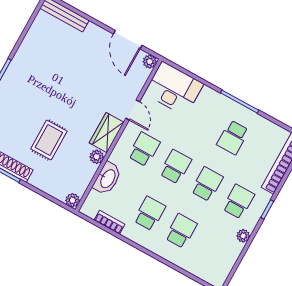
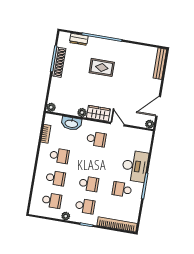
desk: (174, 89) -> (135, 166), moved
door: (133, 110) -> (117, 124), swing flipped
rug: (49, 140) -> (102, 67), moved
school desk: (175, 167) -> (52, 200), moved

